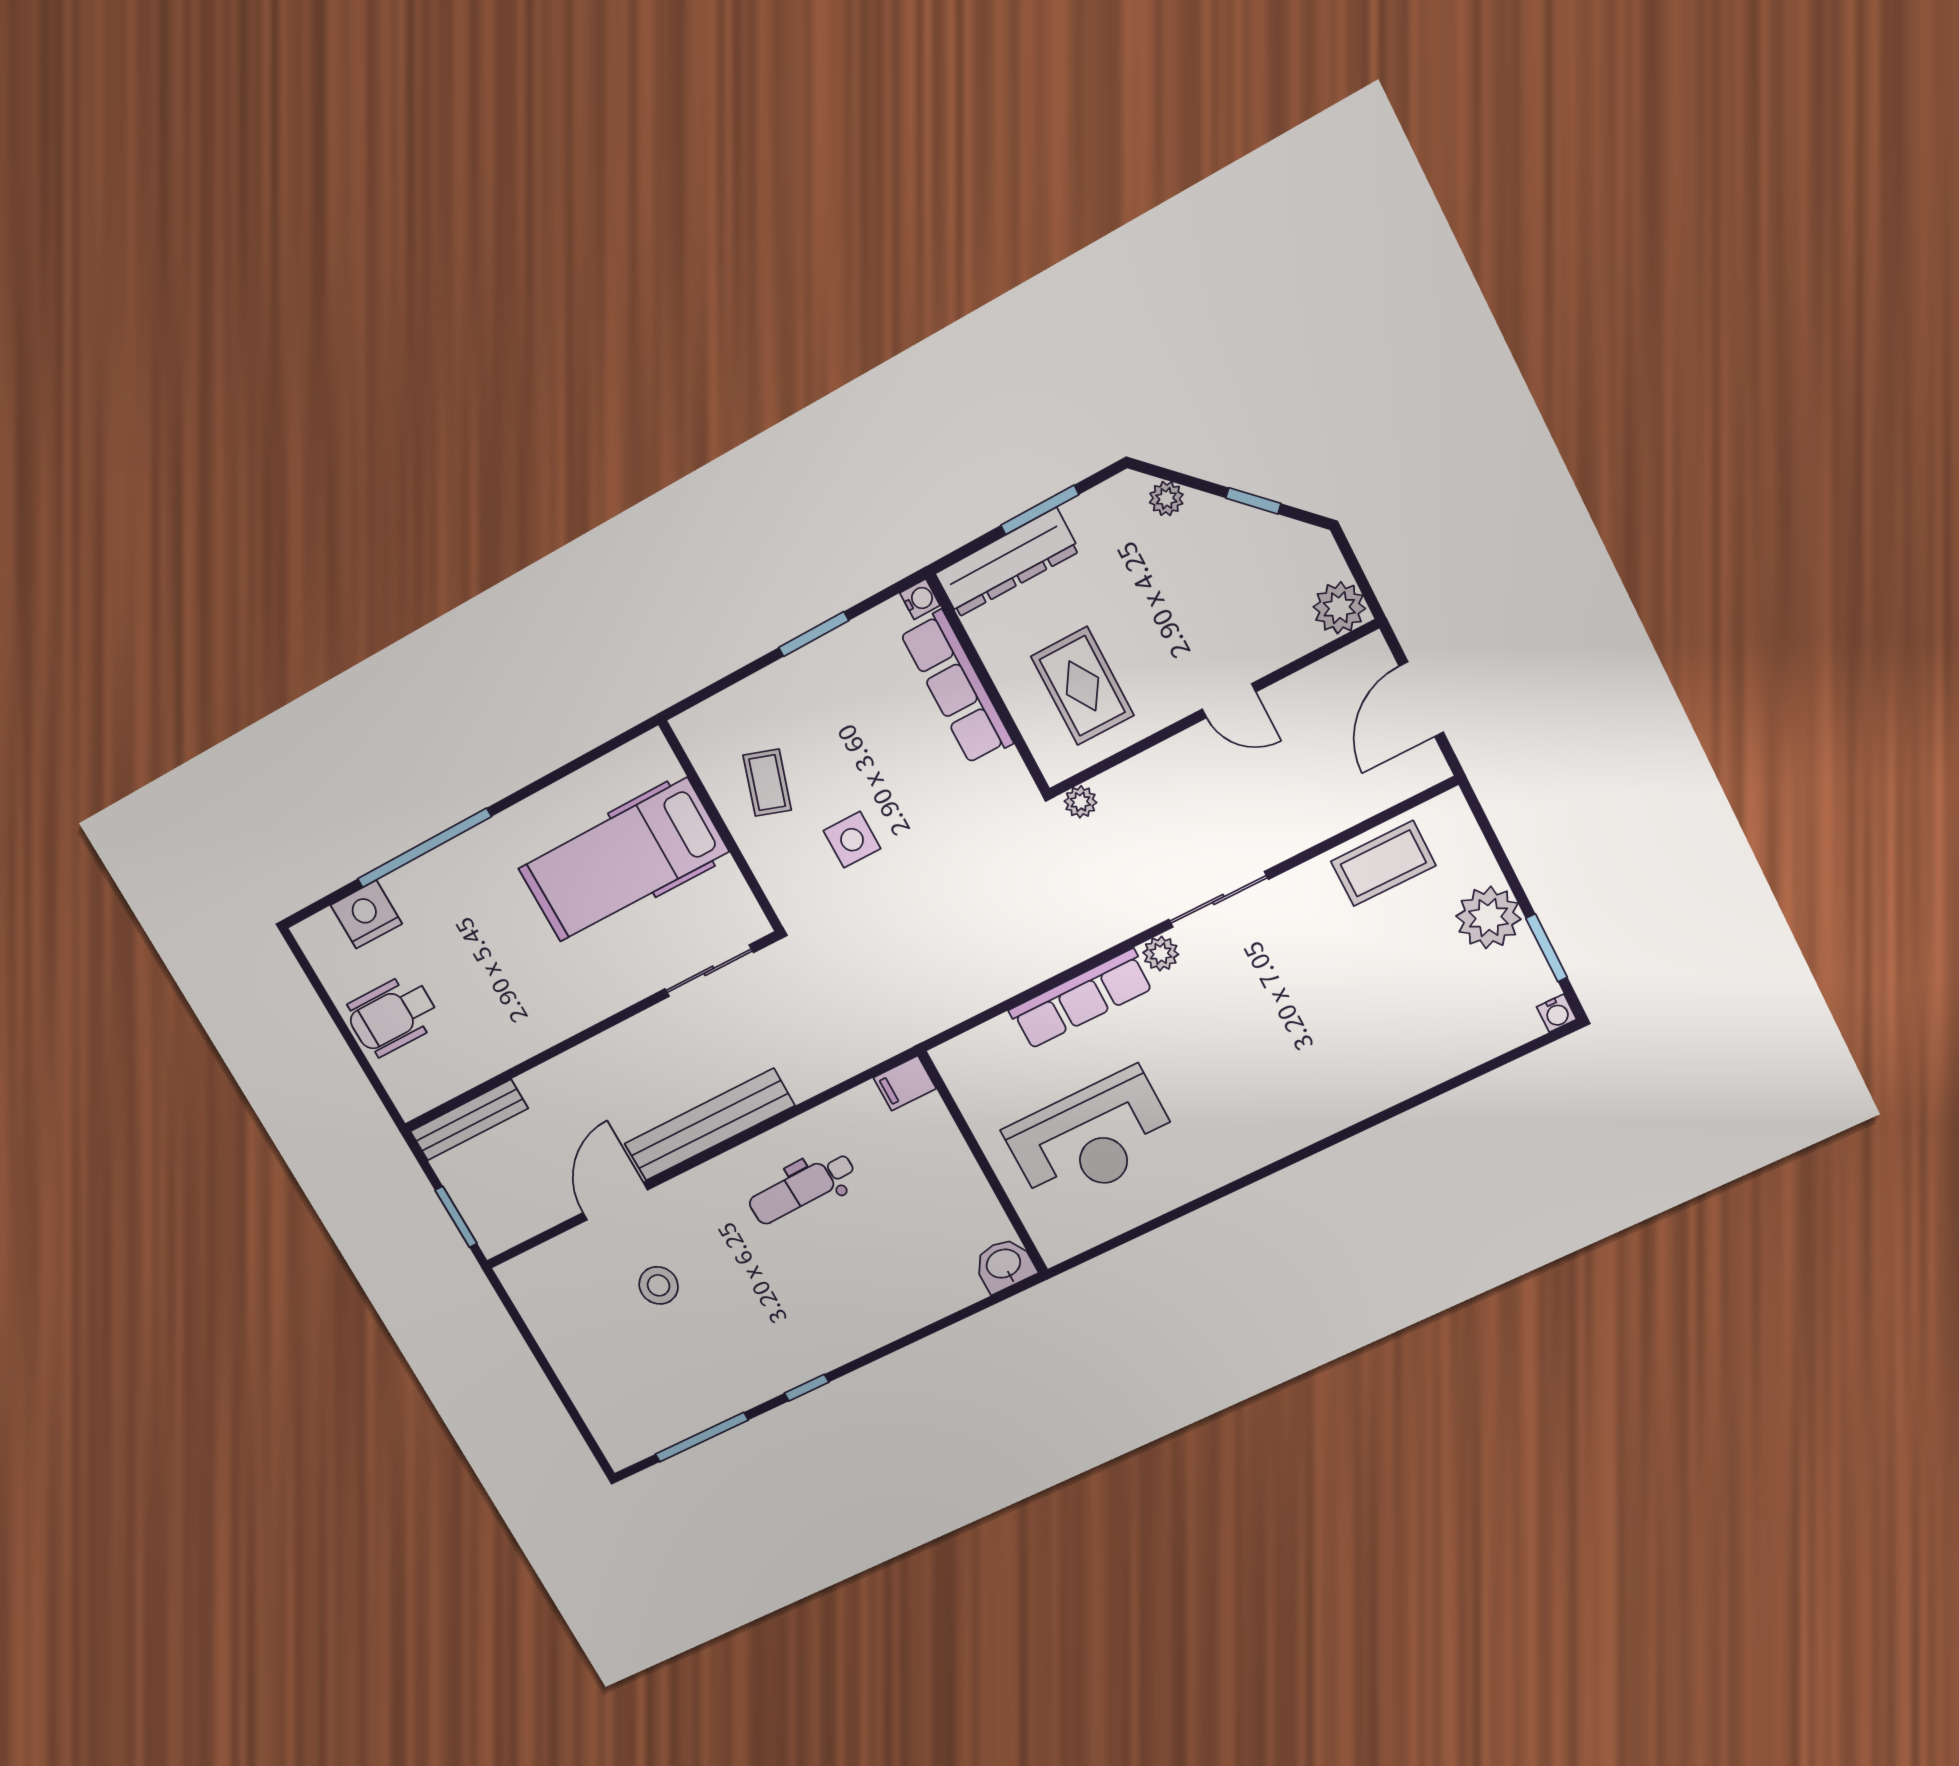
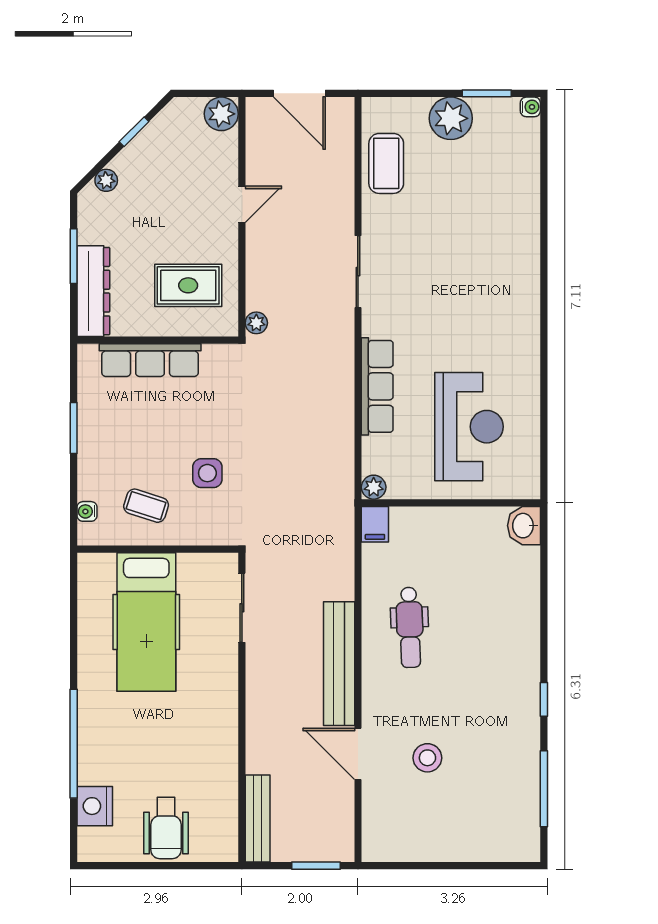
water cooler: (920, 599) -> (87, 511), moved, turned -90
plant: (1161, 954) -> (374, 487), moved

